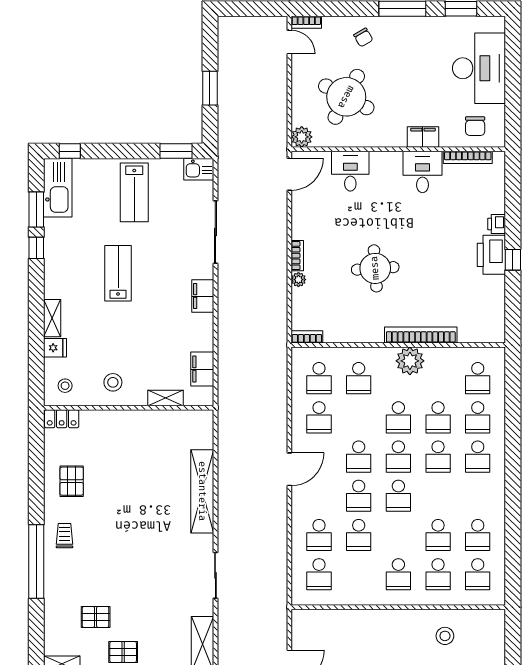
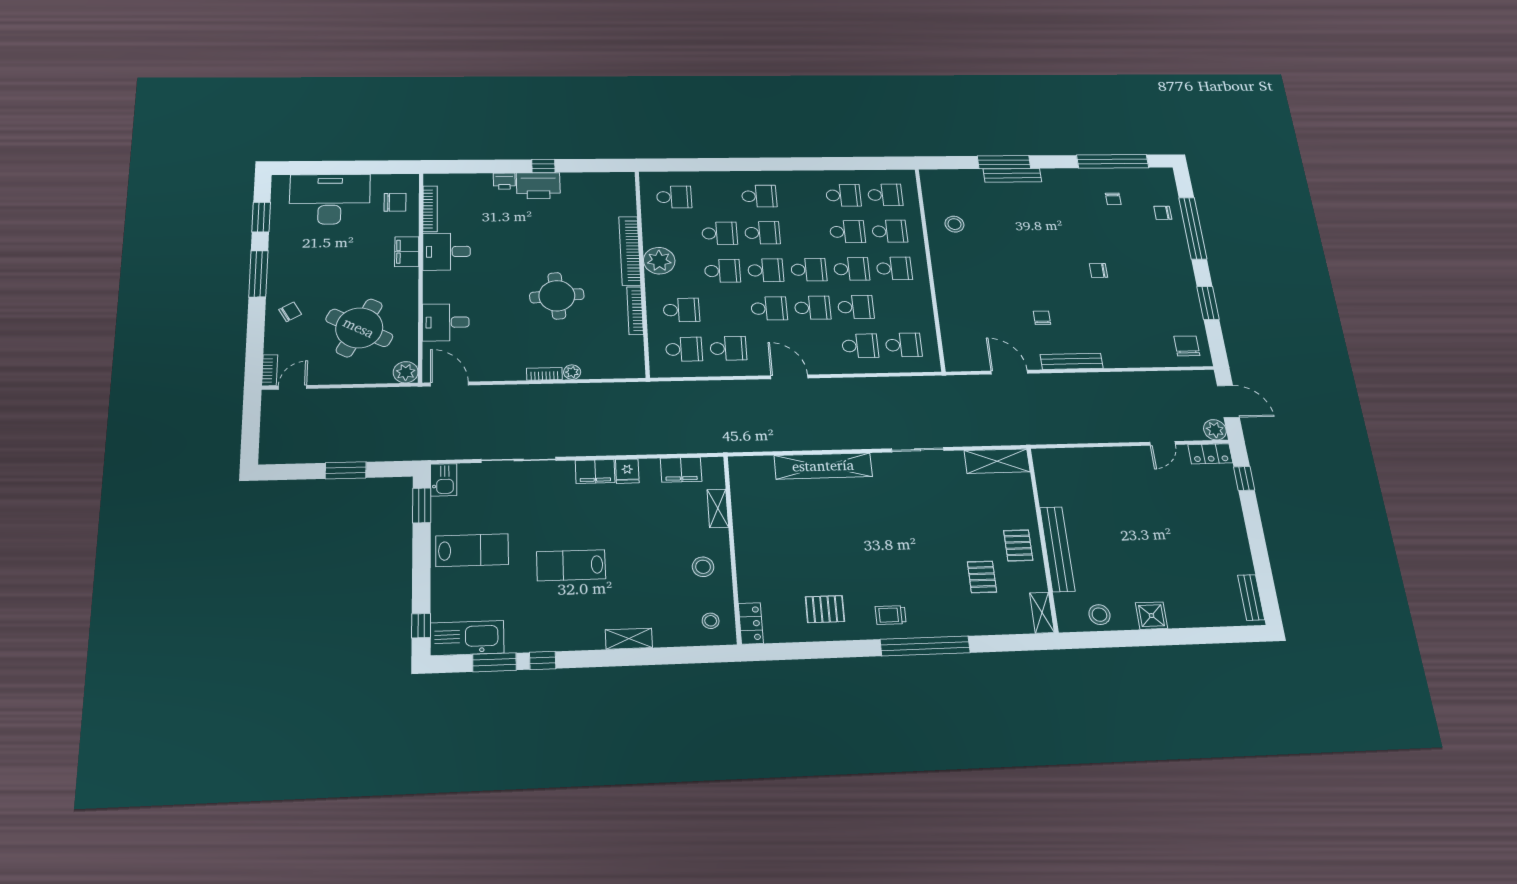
bookcase: (307, 337) -> (635, 311), moved, width x1.56
fridge: (55, 348) -> (627, 471), moved, turned 180
school desk: (478, 417) -> (852, 269), moved

